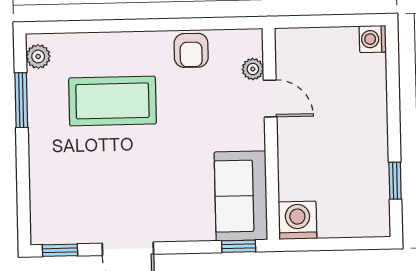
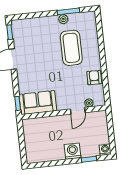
armchair: (191, 50) -> (94, 78), turned 91
plant: (38, 56) -> (63, 19), moved
window: (395, 181) -> (89, 159), moved
washing machine: (298, 220) -> (73, 151), moved, turned -90

